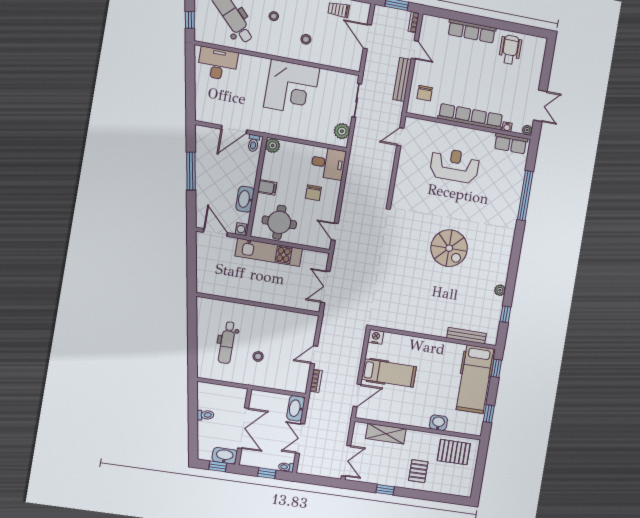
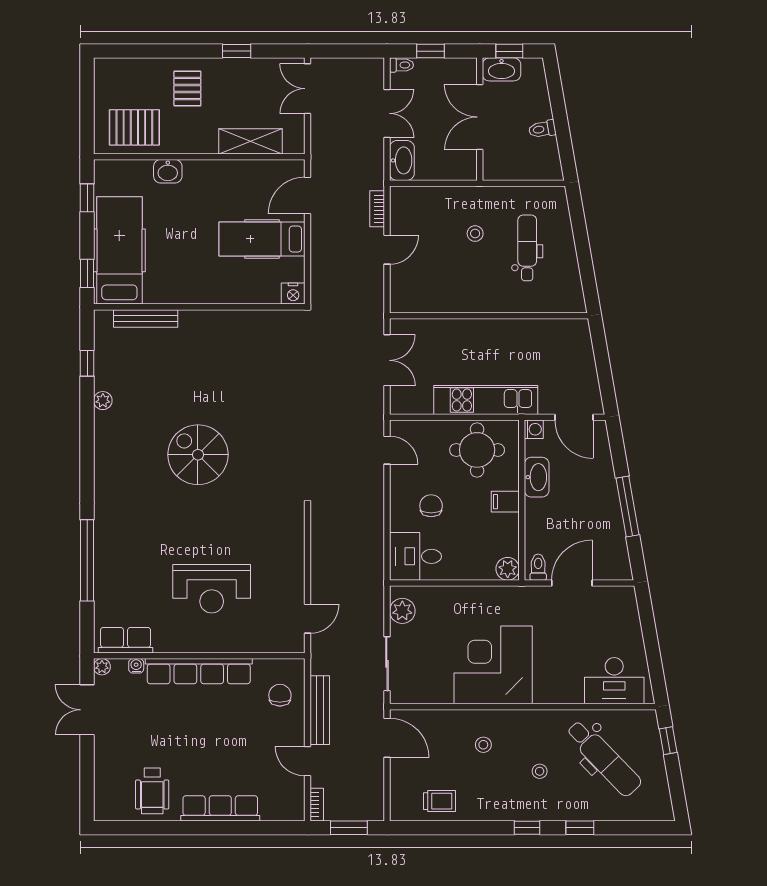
door: (367, 37) -> (387, 738), moved

